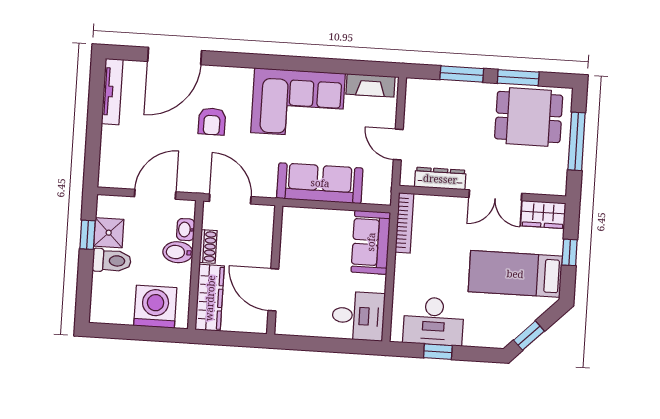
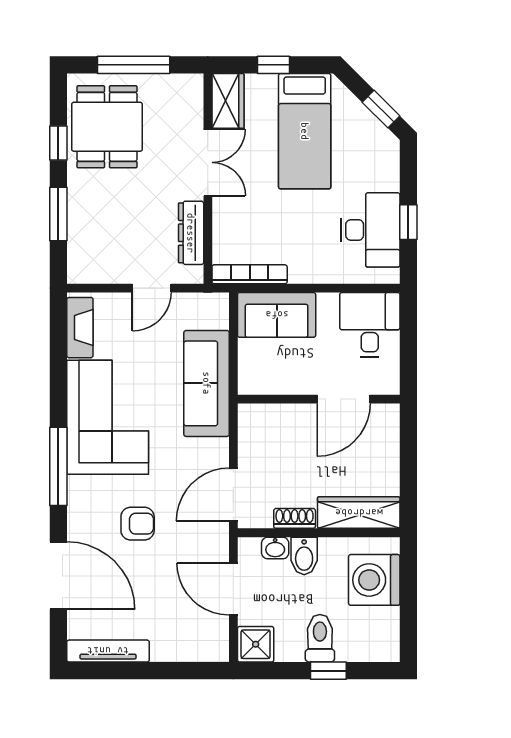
window: (261, 61) -> (58, 466), added
window: (518, 78) -> (58, 143), width x0.67
shower: (109, 233) -> (256, 644), moved
window: (87, 235) -> (328, 671), moved
wall: (275, 270) -> (319, 399), moved
door: (273, 290) -> (344, 399), moved

